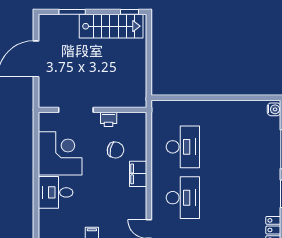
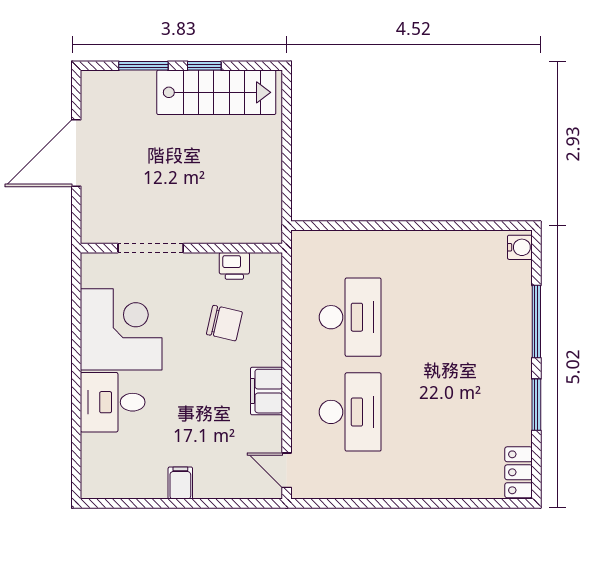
window: (130, 12) -> (204, 66), moved
printer: (109, 119) -> (234, 266), moved
filing cabinet: (138, 174) -> (267, 391), moved

